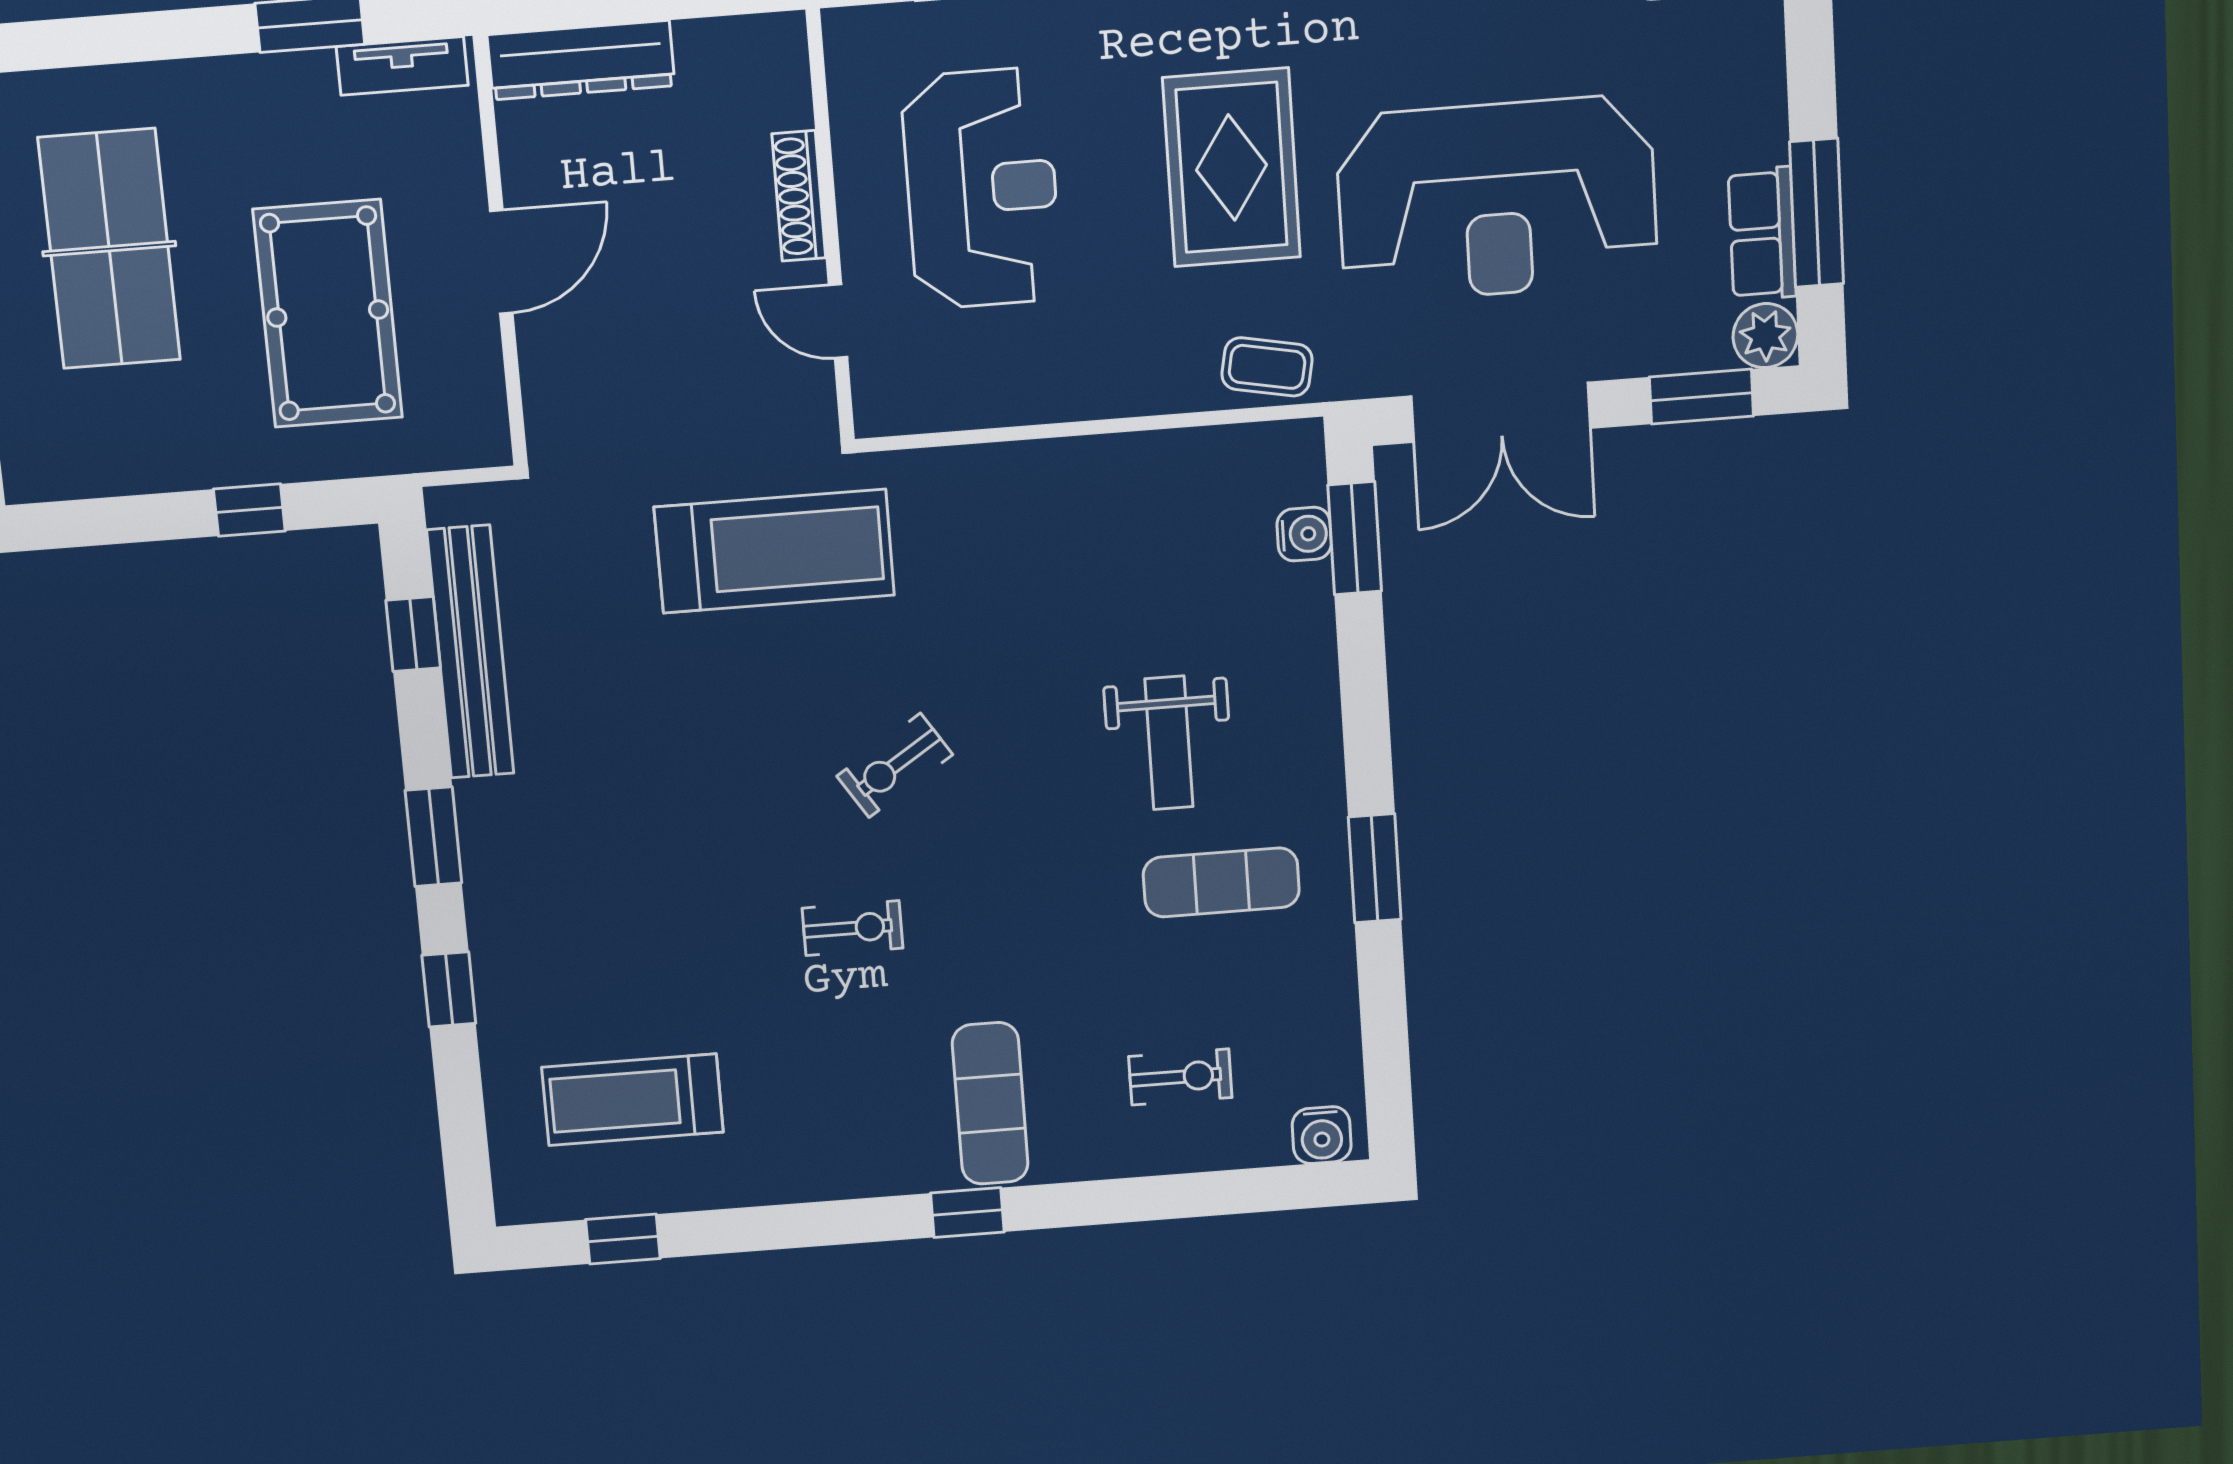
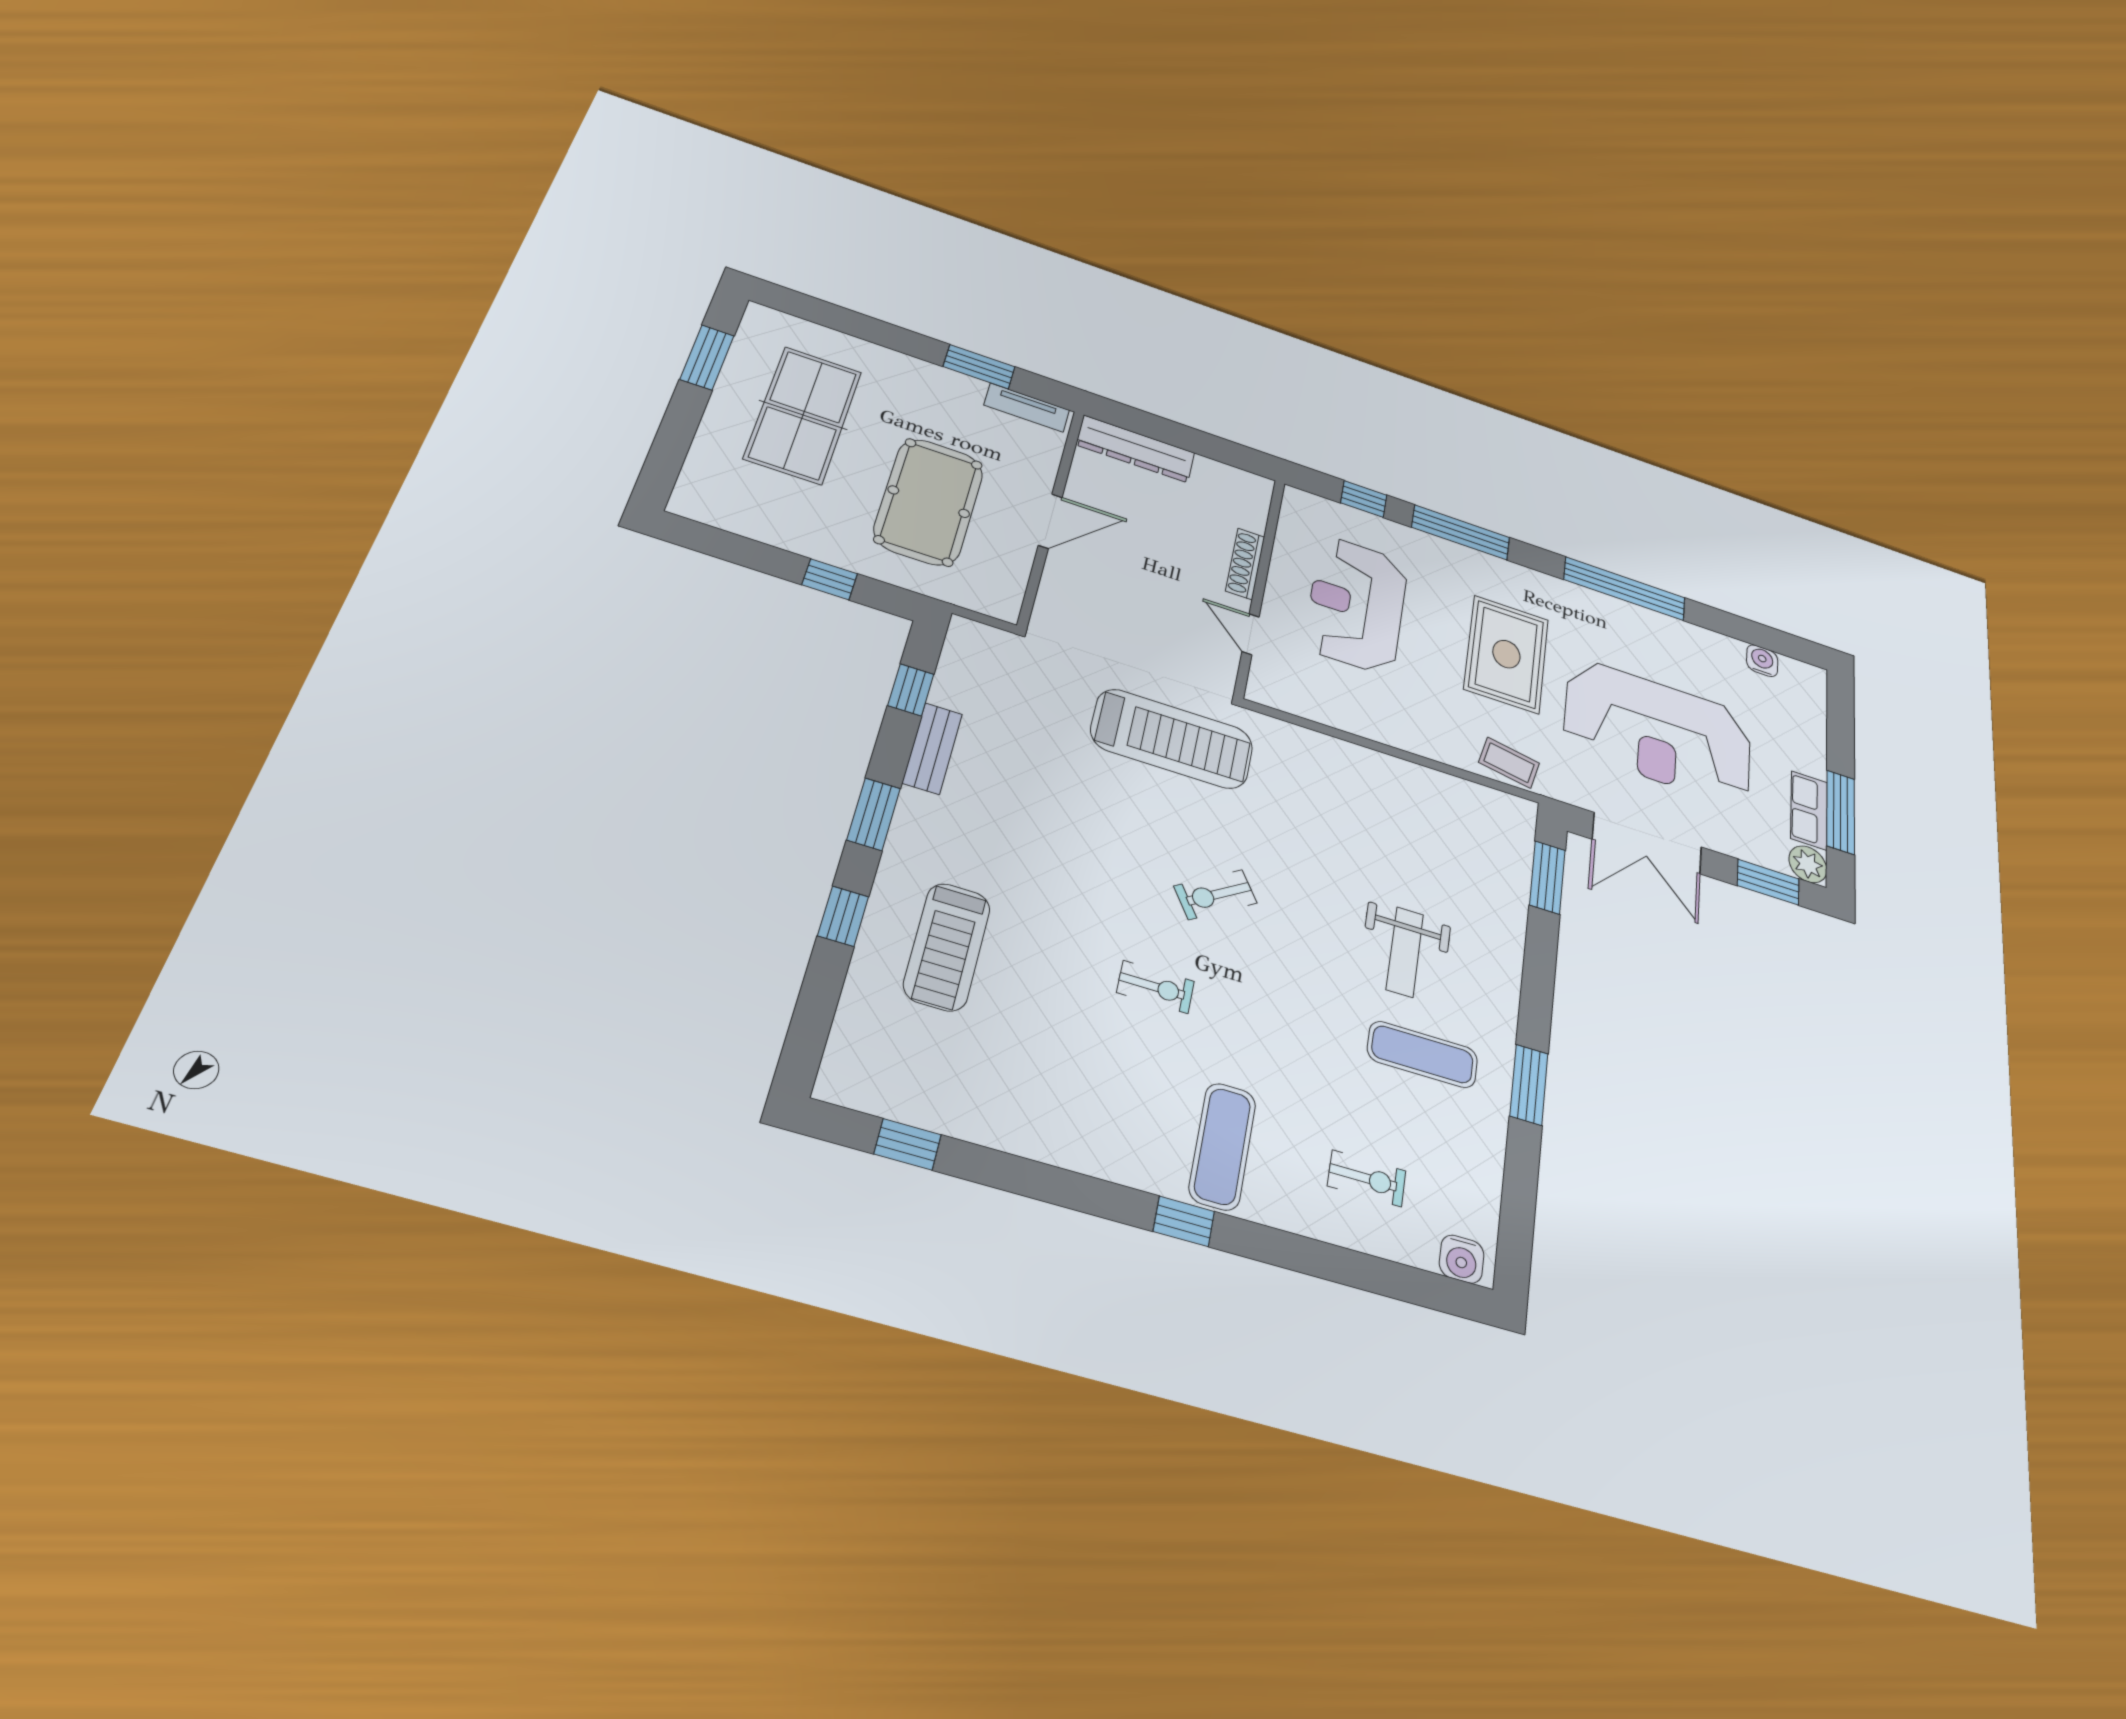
reception desk: (982, 188) -> (1356, 605), turned 180
water cooler: (1304, 534) -> (1516, 863), removed
bench: (470, 652) -> (932, 748), width x0.54, depth x0.82
treadmill: (632, 1100) -> (947, 947), moved, turned -90

